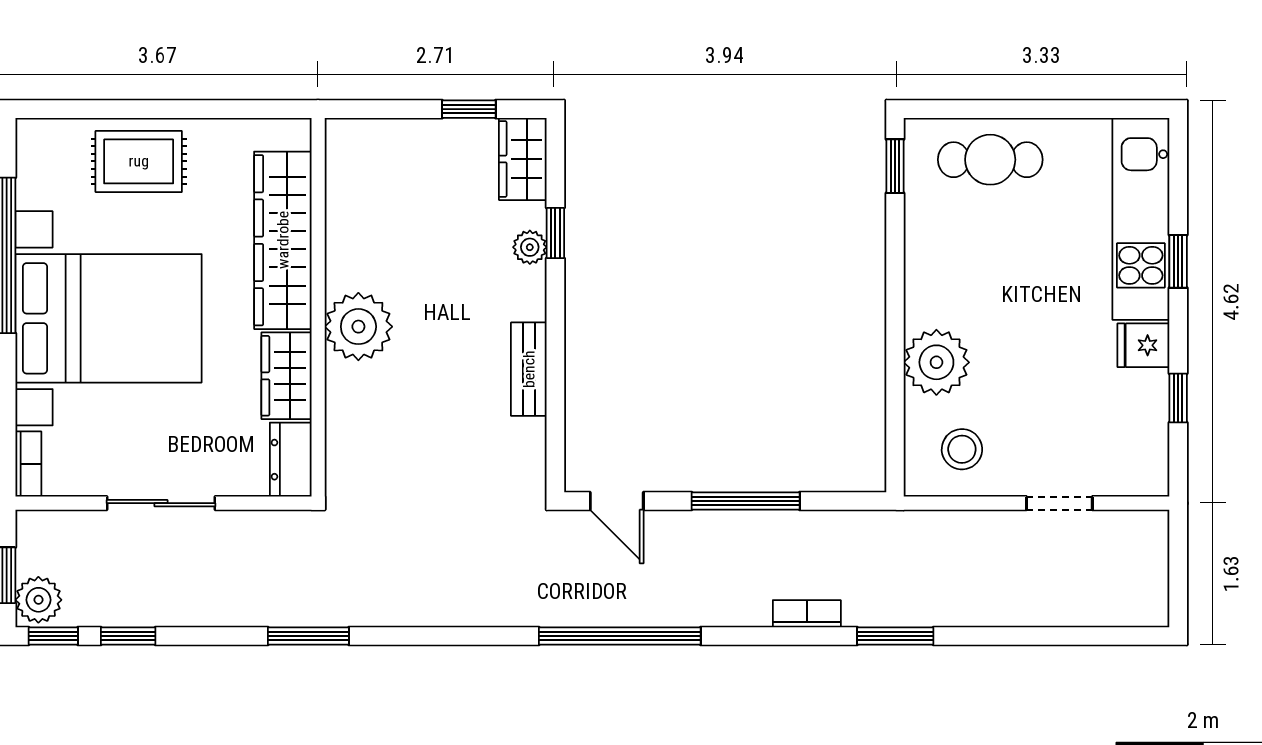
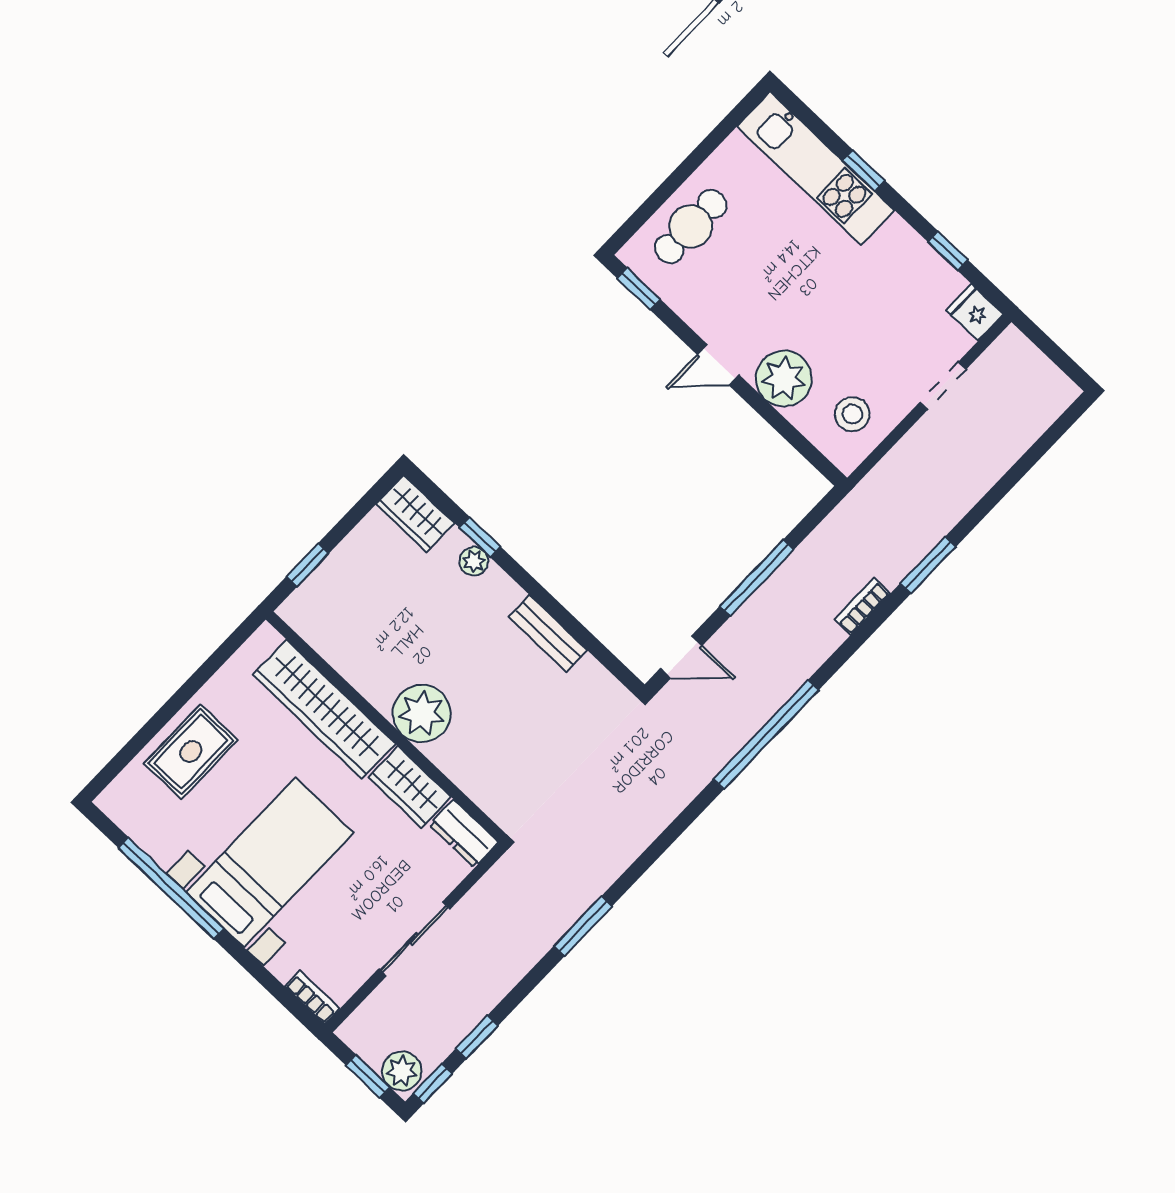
window: (469, 109) -> (308, 565), moved
door: (895, 295) -> (718, 365), added
bed with nightstands: (109, 318) -> (270, 862), width x0.73
fridge: (1143, 345) -> (975, 312), moved, turned 90

